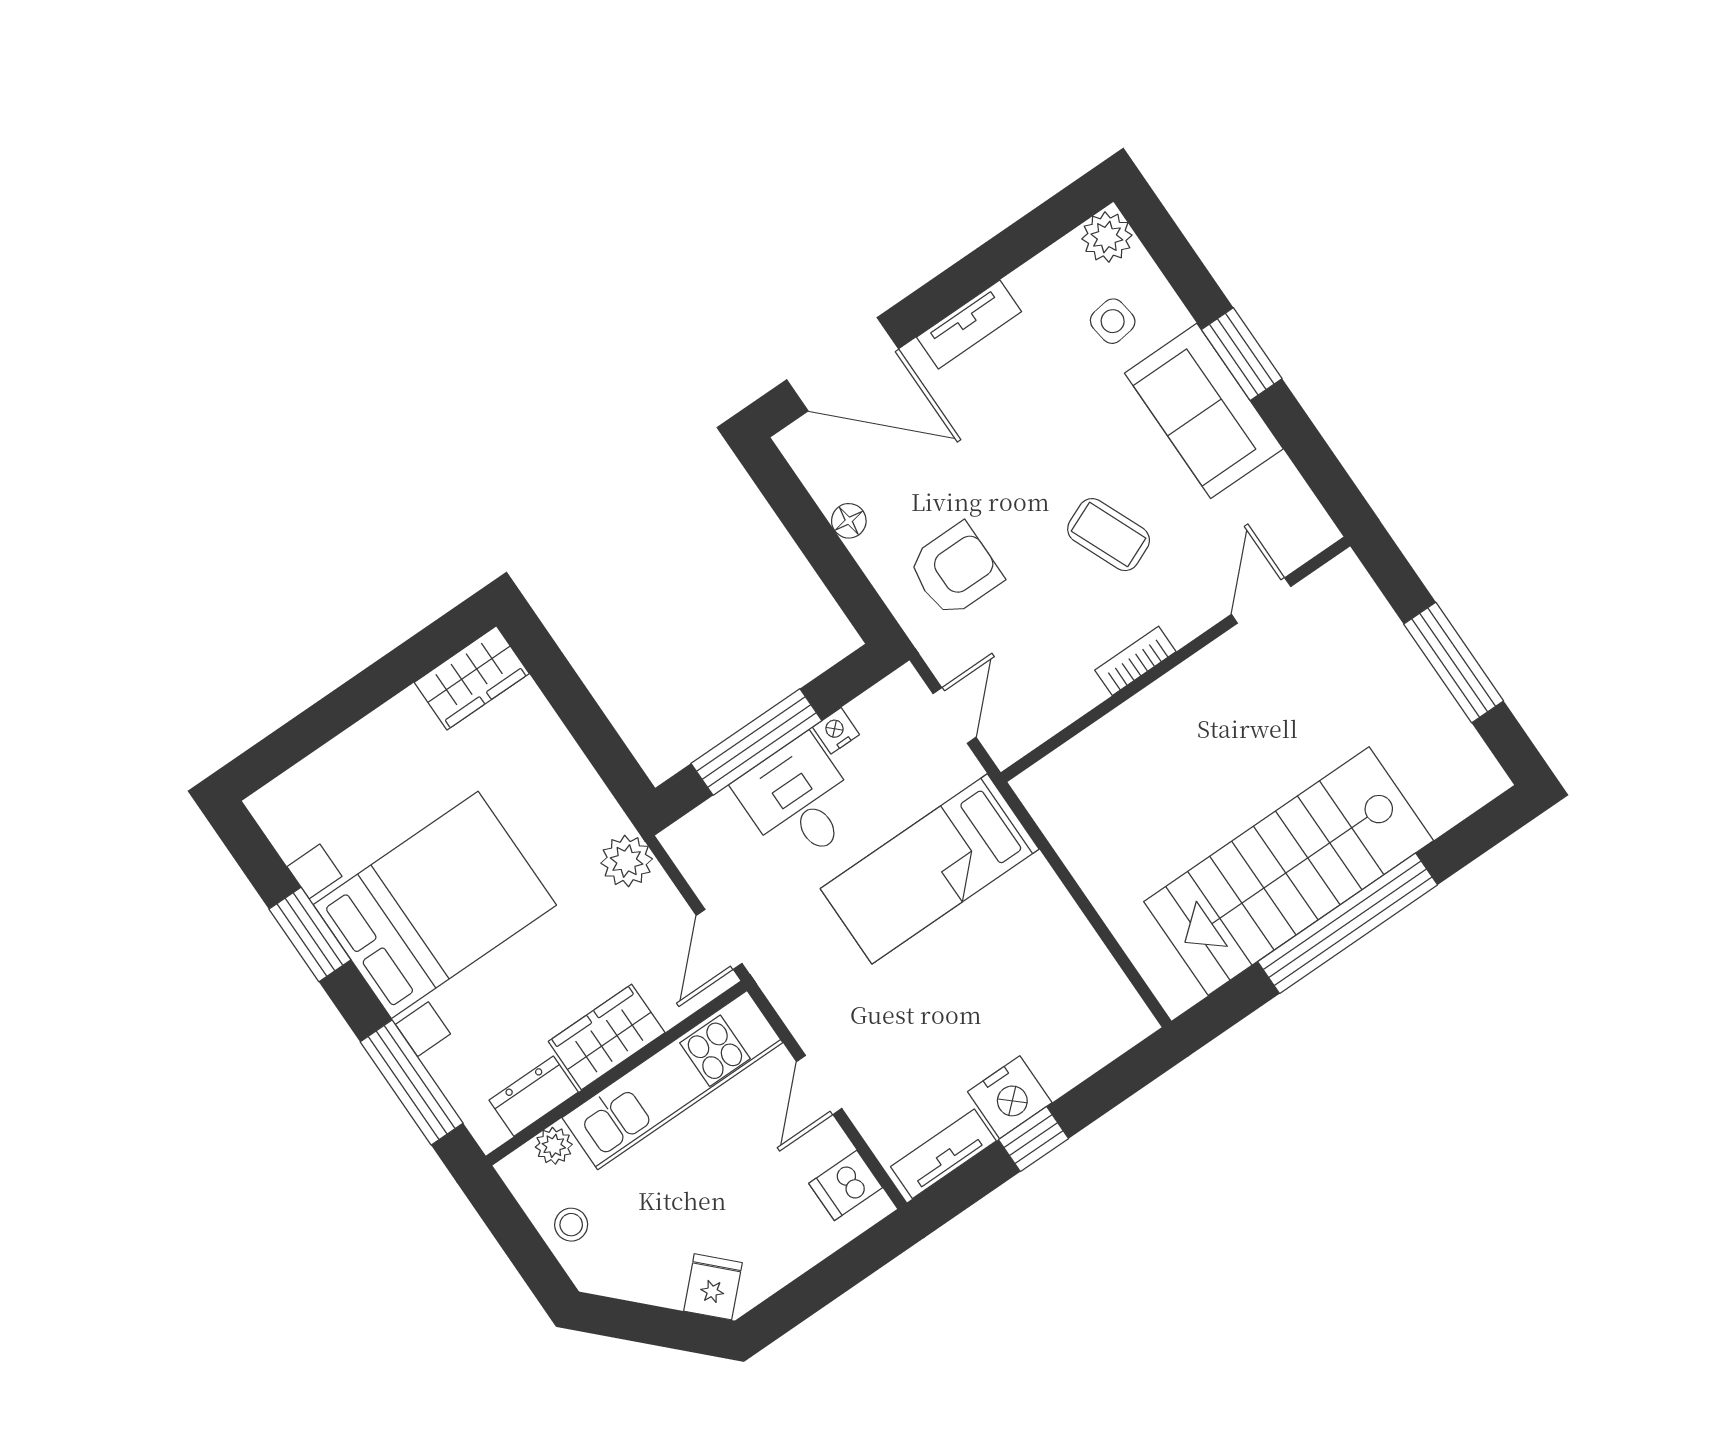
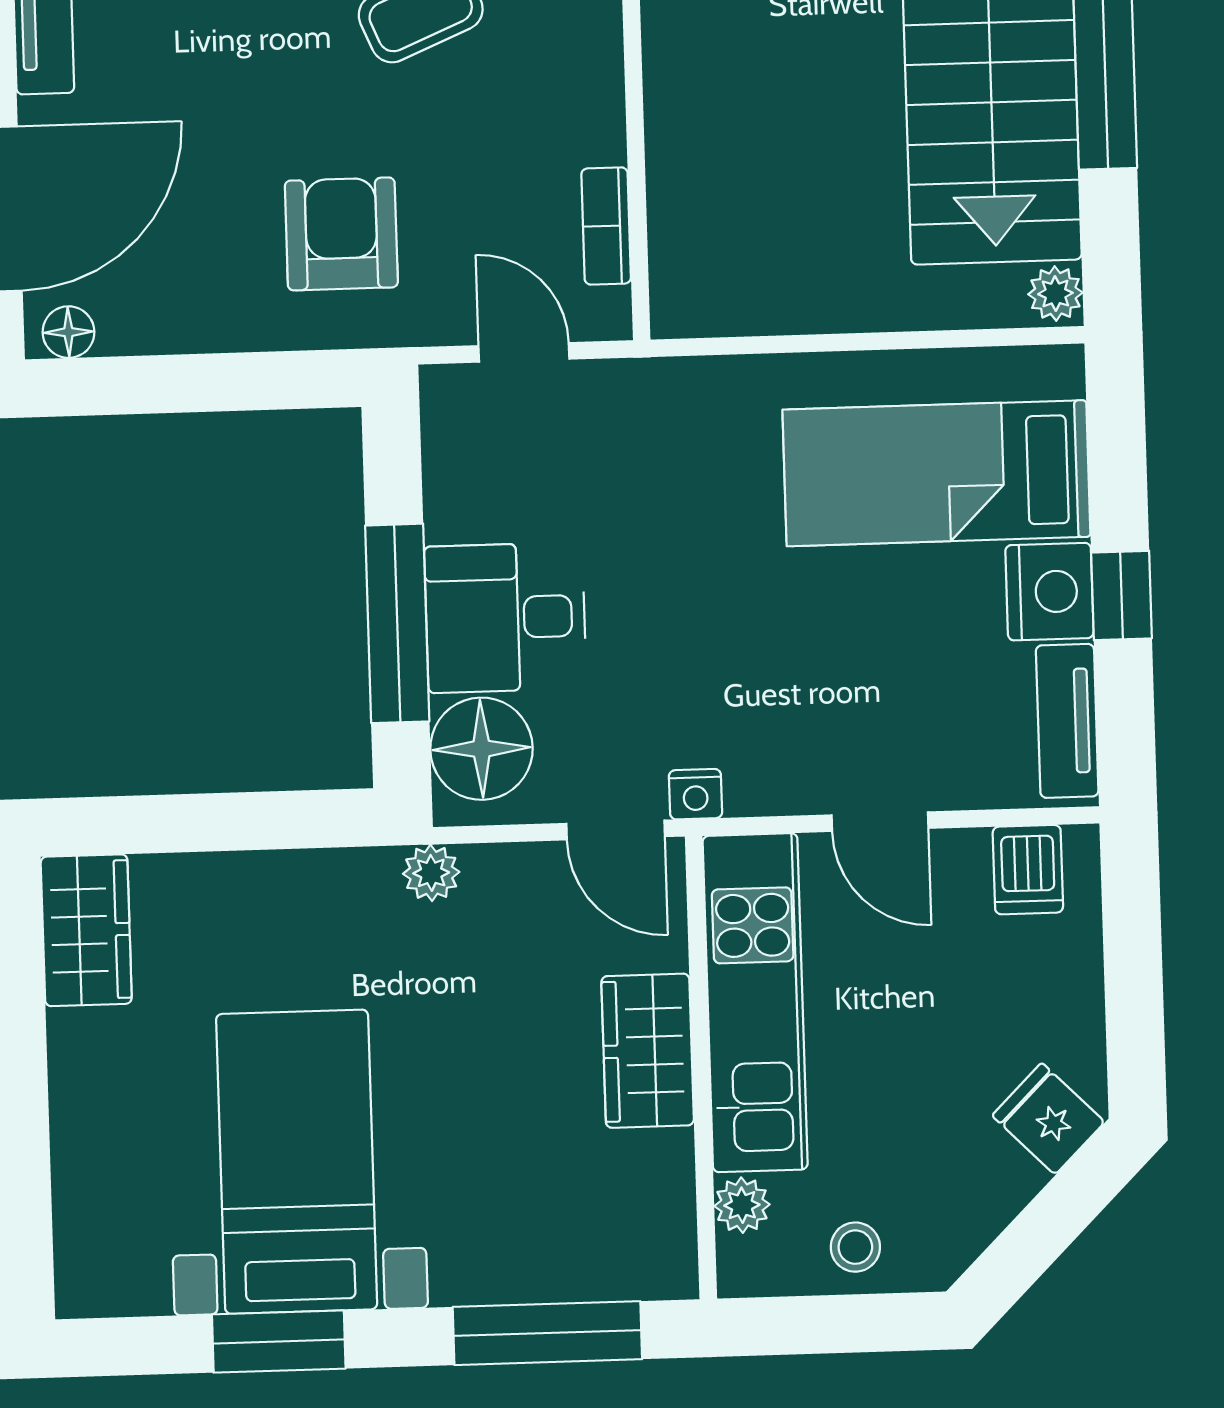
floor lamp: (849, 521) -> (68, 332), moved
bookcase: (1135, 661) -> (606, 226), moved
nightstand: (836, 731) -> (696, 794), moved, turned -90
floor lamp: (716, 835) -> (482, 749), added
plant: (627, 861) -> (431, 873), width x0.73, depth x0.73
bed: (930, 869) -> (936, 473), moved, turned 90
bed with nightstands: (435, 905) -> (297, 1162), width x0.73
plant: (1179, 993) -> (1055, 293), added
dresser: (534, 1096) -> (663, 1191), removed

